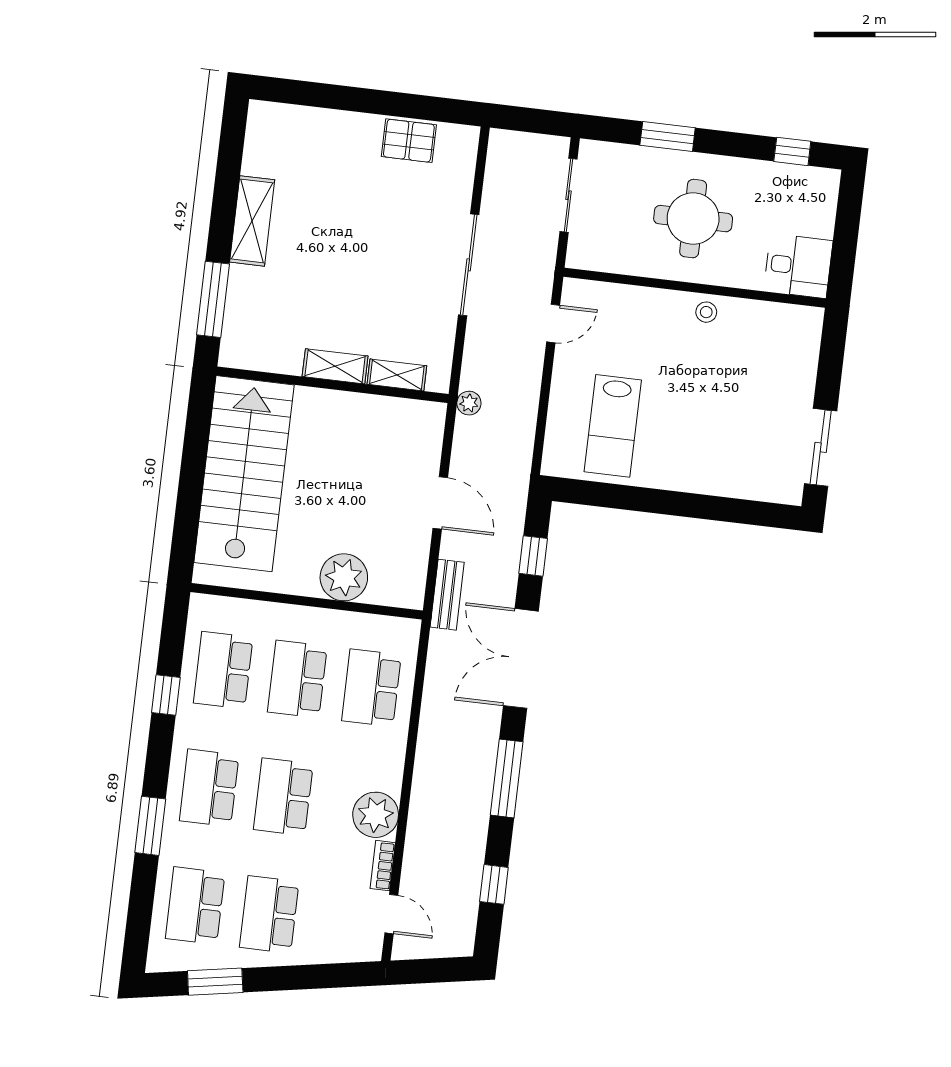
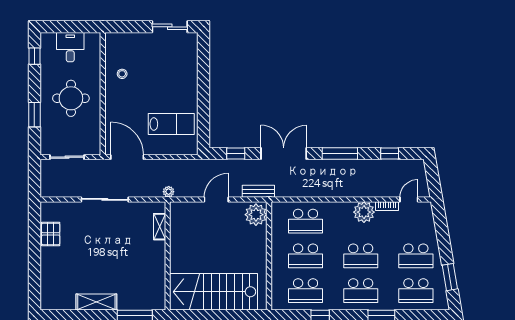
desk: (798, 266) -> (70, 47), moved
stool: (706, 312) -> (122, 74), moved
door: (553, 324) -> (127, 157), width x1.88
shelving: (335, 366) -> (159, 256), removed
plant: (344, 577) -> (256, 215), moved
double door: (521, 658) -> (284, 154), swing flipped

